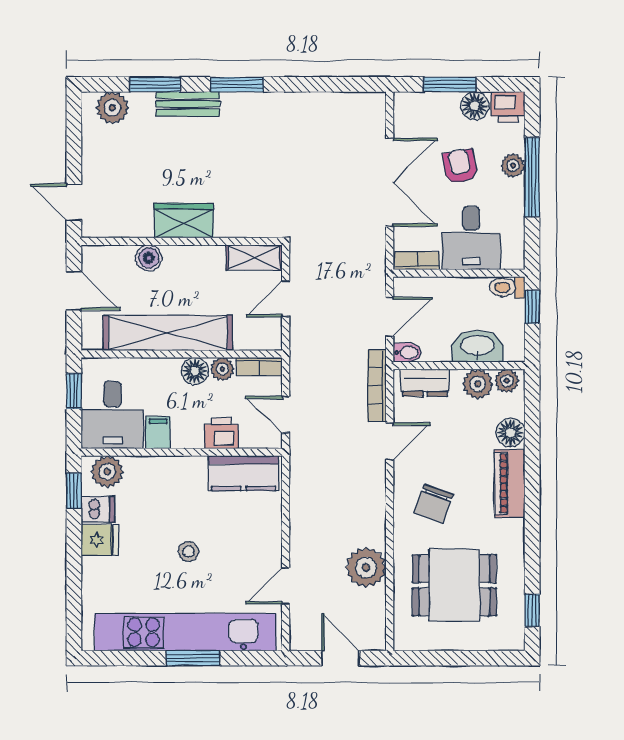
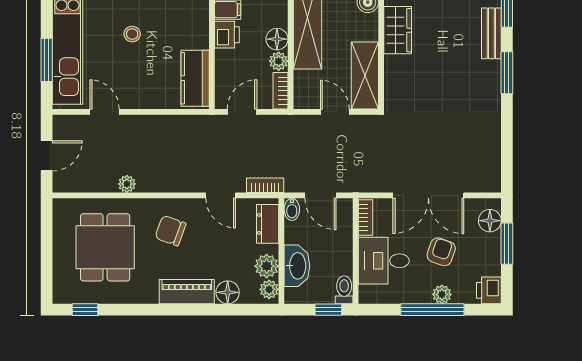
floor lamp: (475, 106) -> (490, 221), moved
armchair: (460, 166) -> (441, 252), turned -61
shelving: (254, 257) -> (365, 75), width x1.50, depth x1.33
bookcase: (377, 386) -> (265, 185), width x0.64
printer: (221, 433) -> (227, 35), moved
plant: (366, 568) -> (127, 184), width x0.53, depth x0.53
window: (193, 658) -> (47, 60), moved

